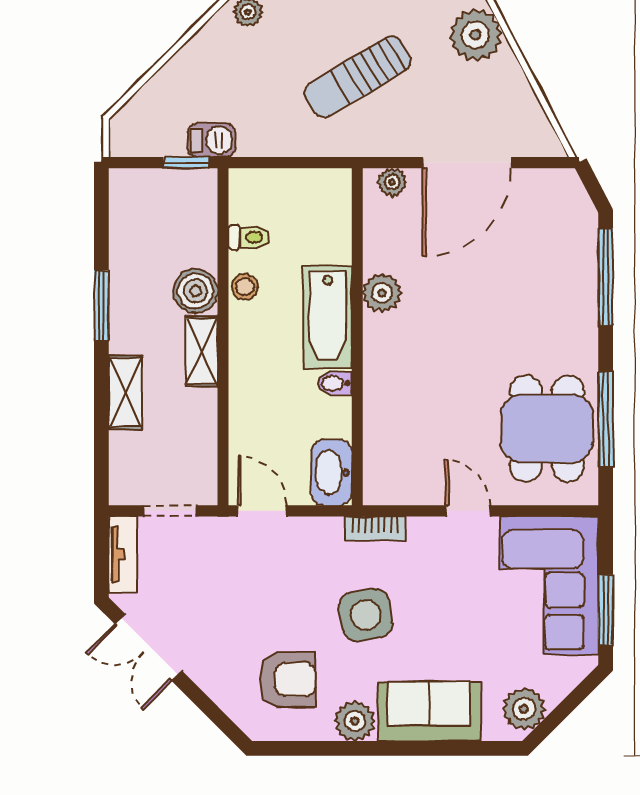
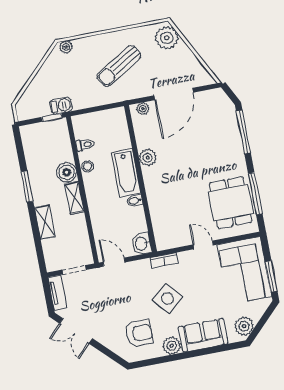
washbasin: (332, 472) -> (142, 244), width x0.72
side table: (366, 615) -> (167, 299), turned -31

